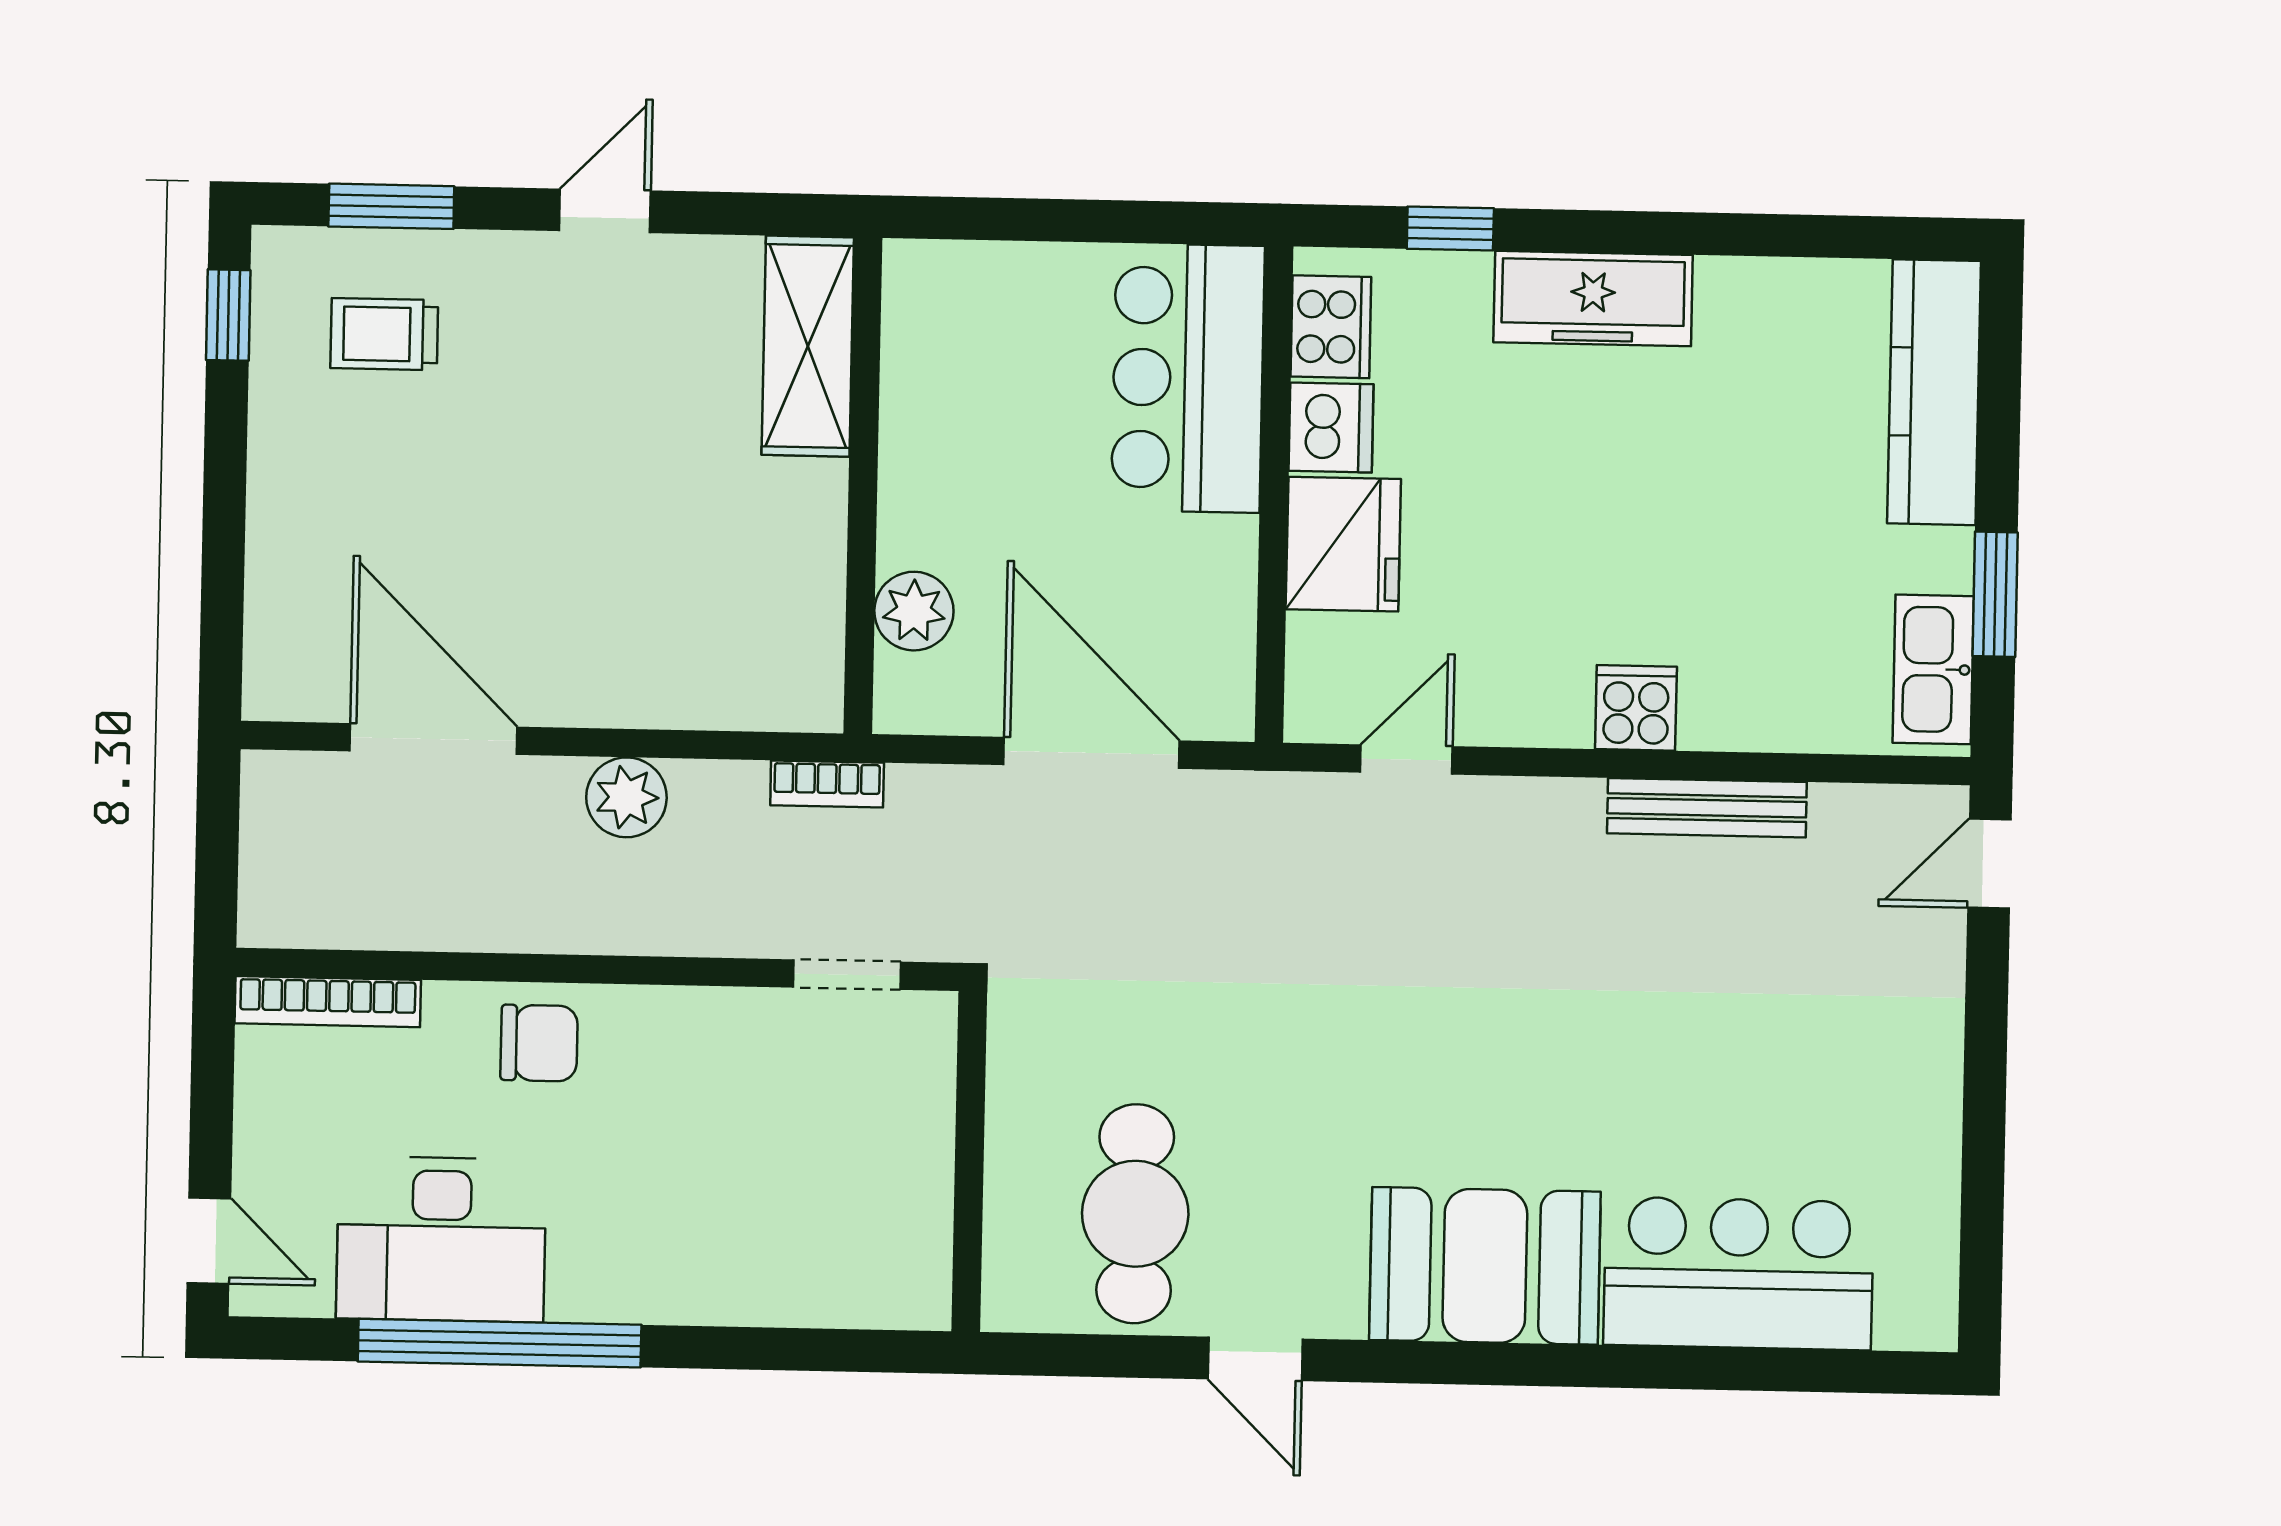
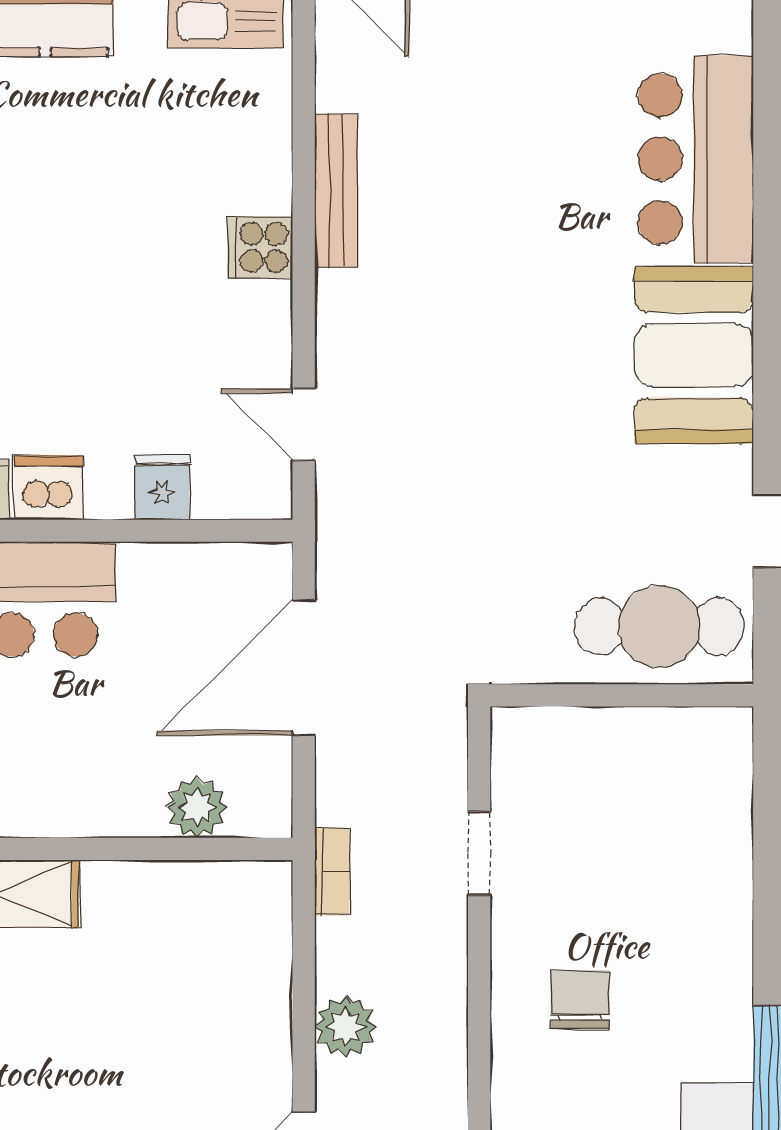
fridge: (1343, 544) -> (162, 487), width x0.53, depth x0.75
chair: (539, 1043) -> (580, 1000), moved
wall: (969, 1162) -> (622, 695), moved

